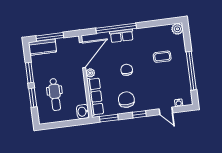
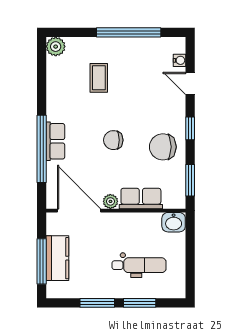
kitchen counter: (42, 47) -> (57, 258), moved
row of seats: (95, 97) -> (141, 198), width x0.68
door: (166, 111) -> (190, 83), swing flipped

